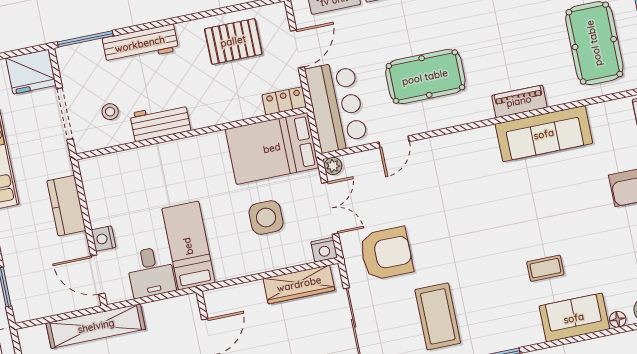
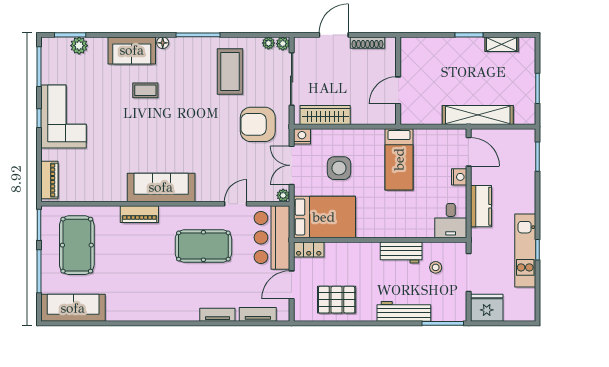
sofa: (544, 134) -> (161, 187), moved
desk: (151, 272) -> (451, 221), moved, turned 180
floor lamp: (618, 319) -> (163, 43), moved

